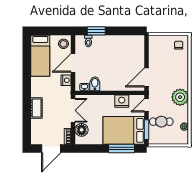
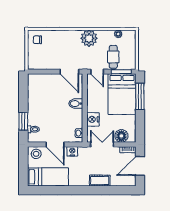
bidet: (95, 84) -> (76, 104), moved
nightstand: (122, 101) -> (93, 119), moved
door: (51, 148) -> (140, 166), swing flipped

